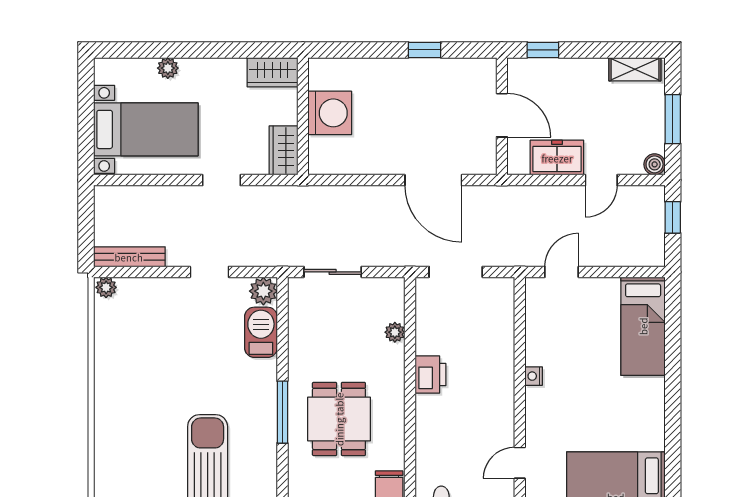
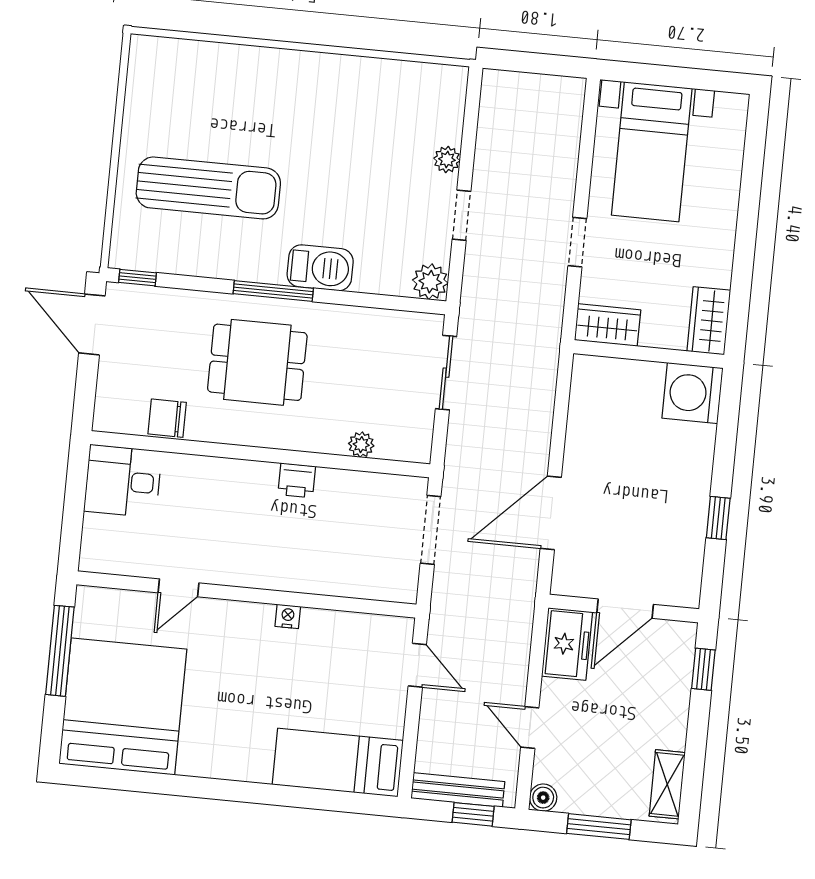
plant: (168, 68) -> (727, 188), removed
washing machine: (330, 113) -> (692, 393), moved, turned 90
freezer: (557, 158) -> (567, 644), moved
bench: (129, 257) -> (458, 790), moved, turned 90
plant: (106, 287) -> (447, 160), moved
barbecue: (261, 332) -> (320, 268), moved
printer: (430, 374) -> (297, 480), width x0.73, depth x0.81
door: (520, 463) -> (179, 588), swing flipped

